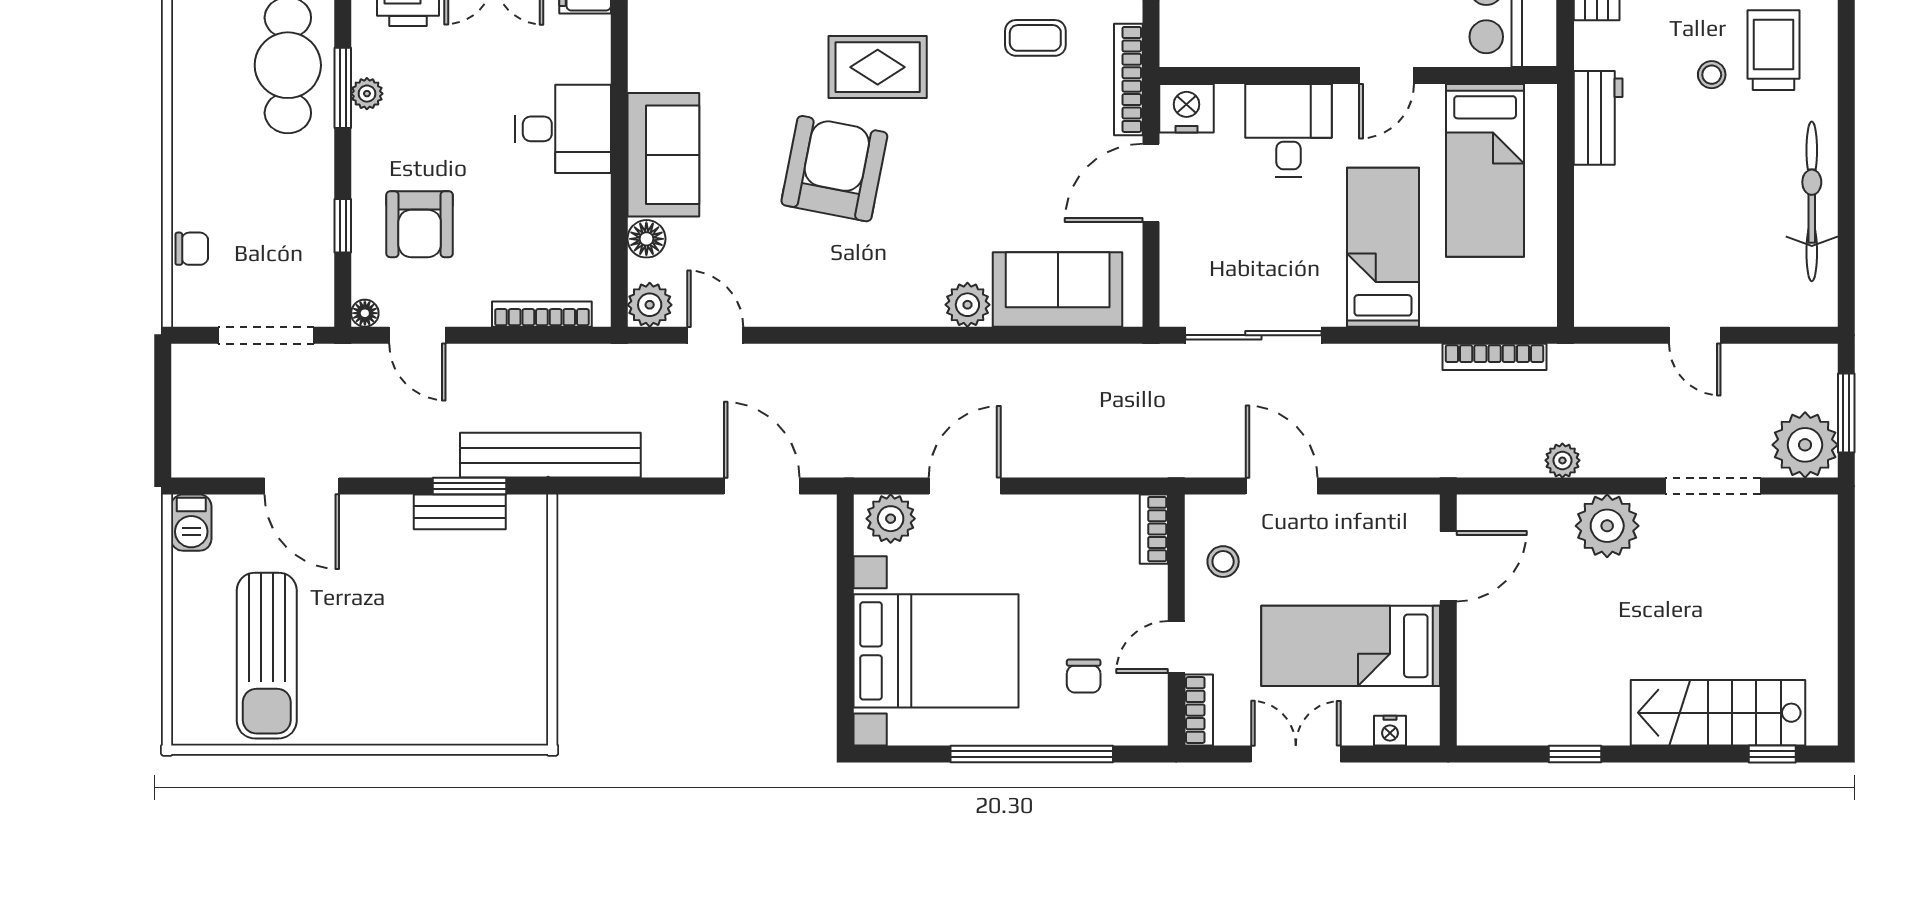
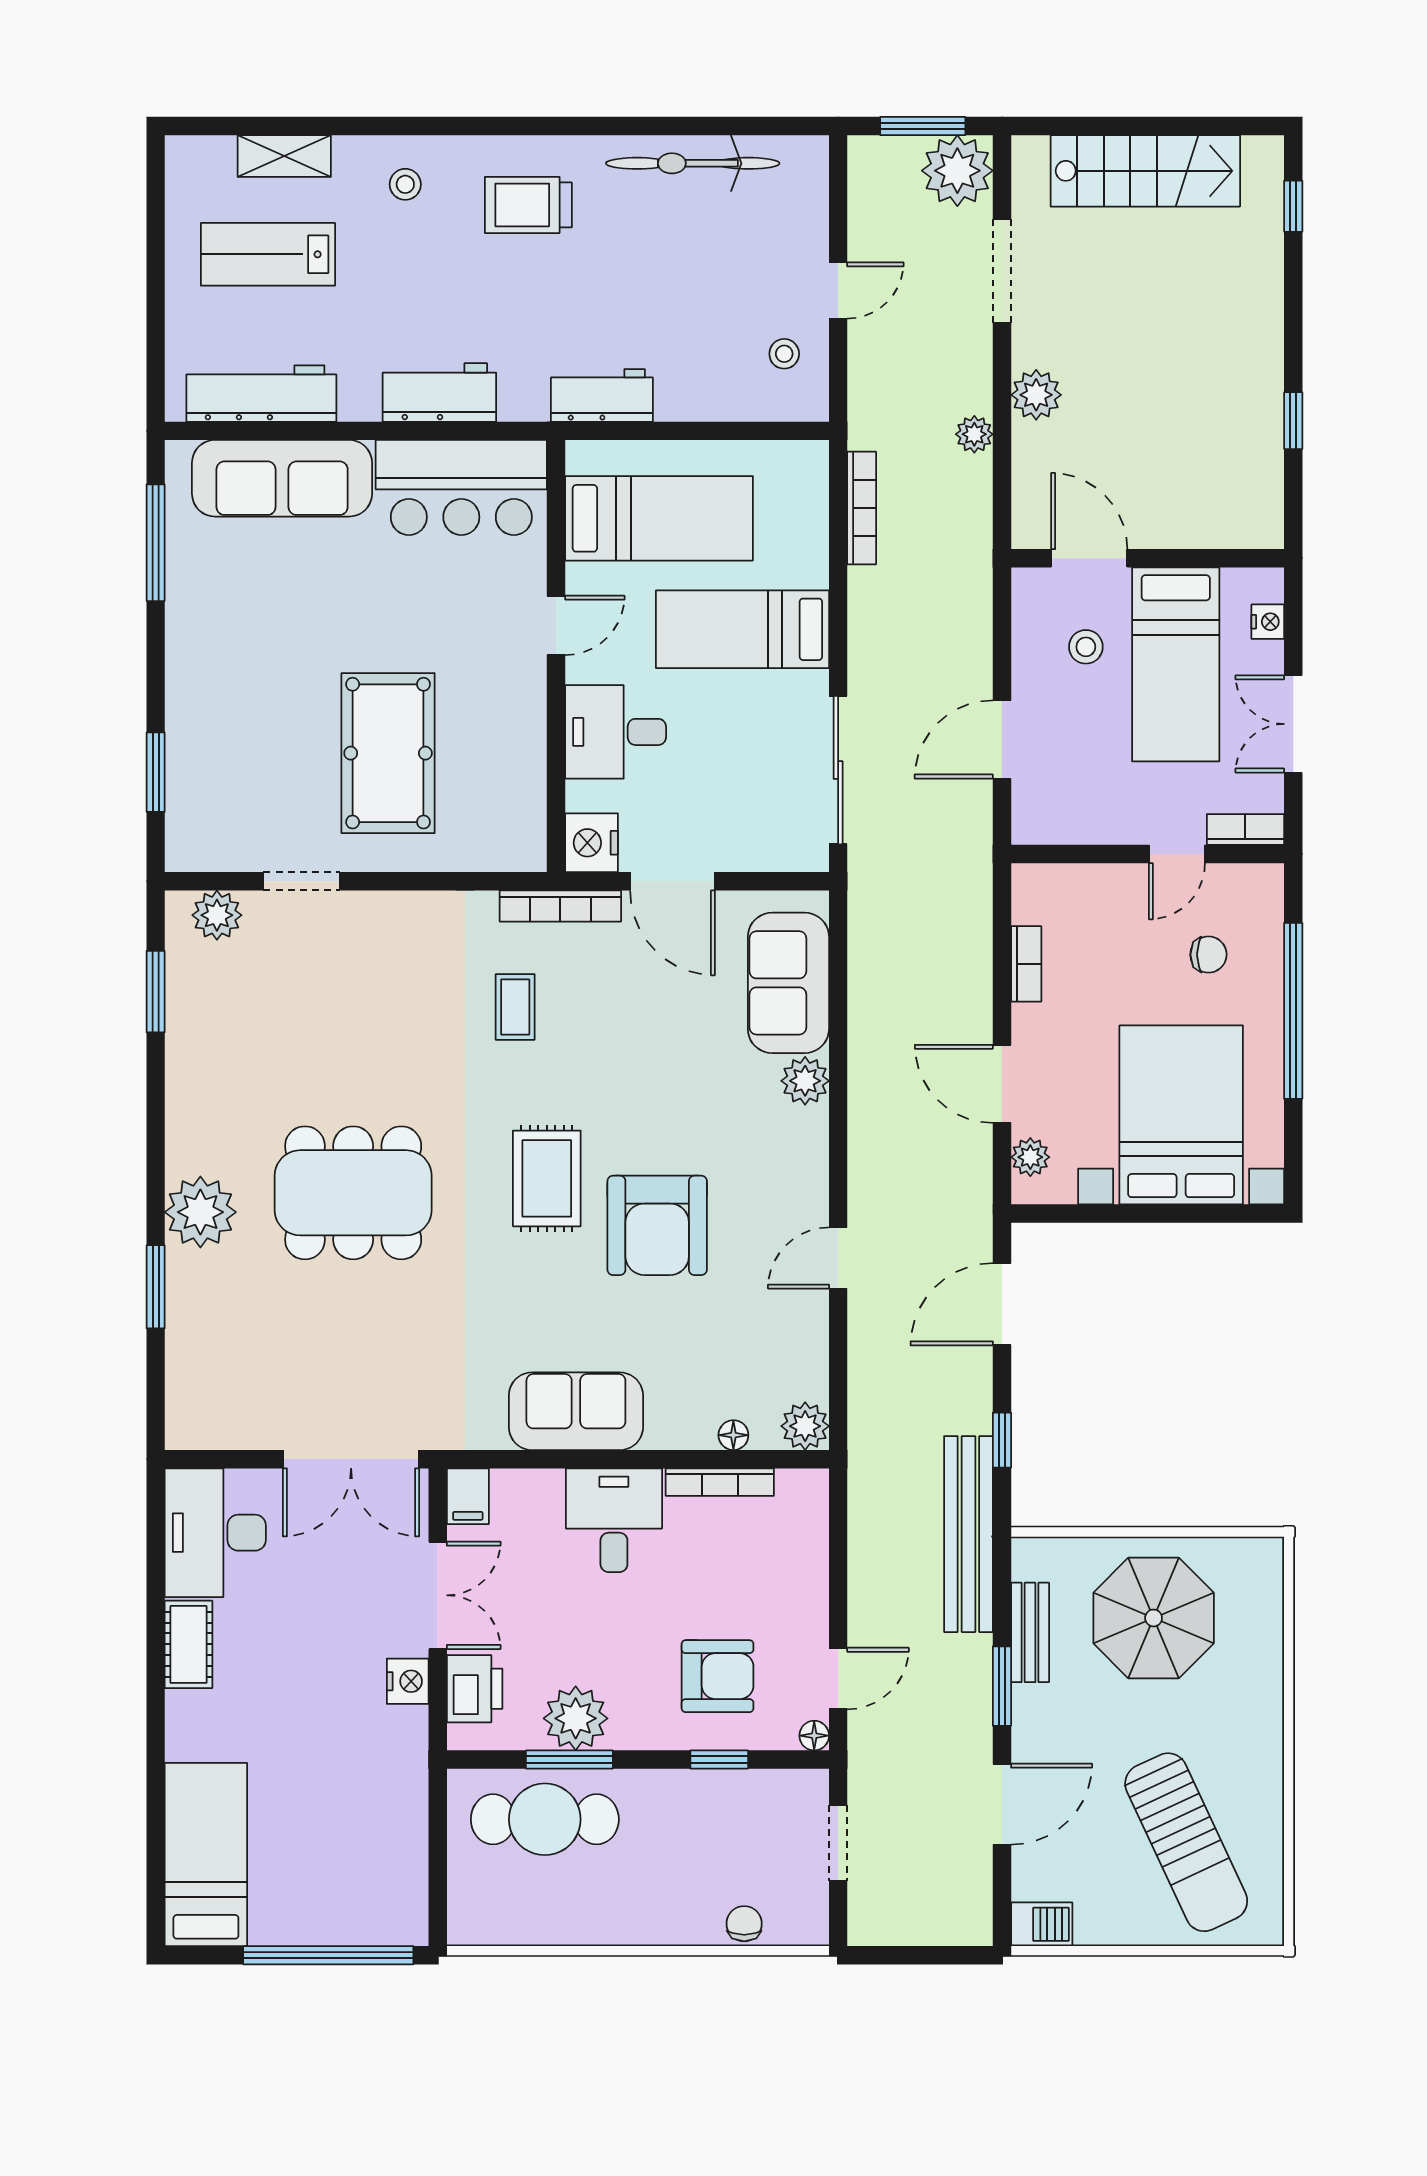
stool: (1712, 75) -> (784, 354), moved
door: (1387, 76) -> (556, 625), hinge flipped
plant: (367, 94) -> (576, 1718), width x1.88, depth x1.88
sofa: (663, 155) -> (576, 1411), moved
armchair: (834, 169) -> (657, 1225), turned -101
floor lamp: (646, 239) -> (733, 1435), width x0.73, depth x0.73
bookcase: (542, 314) -> (720, 1482), moved, turned -90
doorway: (266, 335) -> (838, 1843), width x0.73
door: (715, 335) -> (838, 1258), moved
window: (469, 486) -> (1002, 1686), moved
window: (637, 486) -> (1002, 1440), added
plant: (891, 519) -> (1030, 1157), width x0.73, depth x0.73
plant: (1607, 526) -> (1036, 395), width x0.73, depth x0.73
bookcase: (1154, 529) -> (1026, 964), moved, turned -90
stool: (1223, 562) -> (1086, 647), moved
parasol: (473, 625) -> (1154, 1618), added
door: (1176, 647) -> (1177, 854), hinge flipped
sun lounger: (267, 656) -> (1186, 1842), turned 65
stairs: (1718, 713) -> (1145, 171), moved, turned -90

